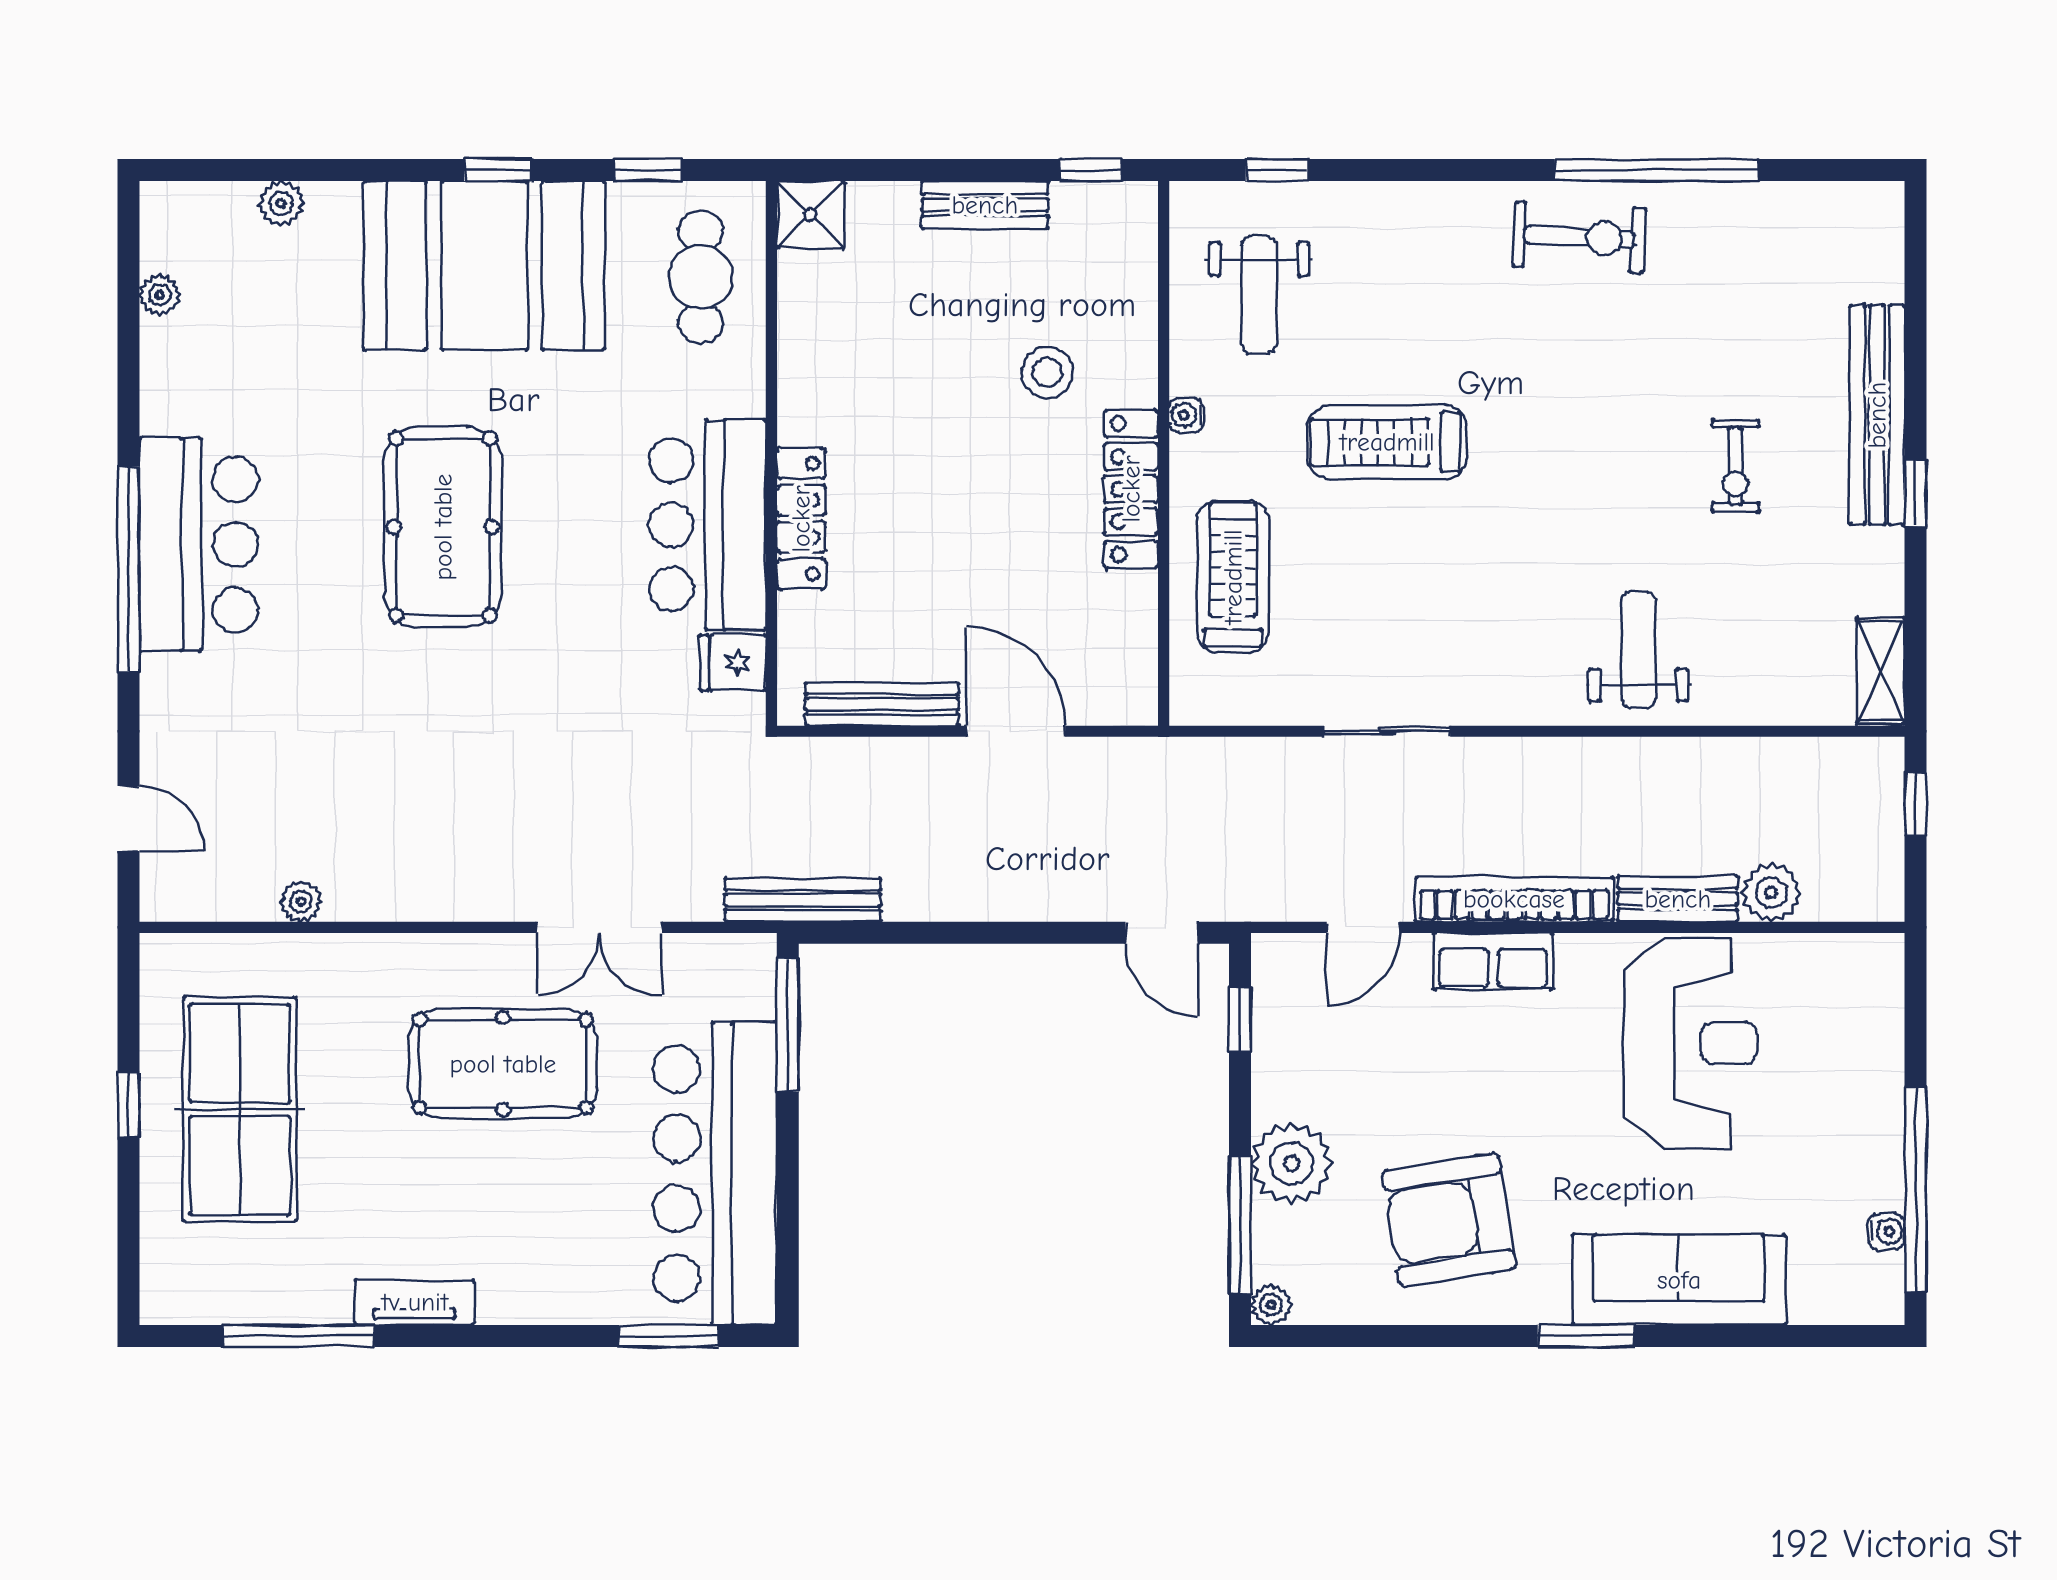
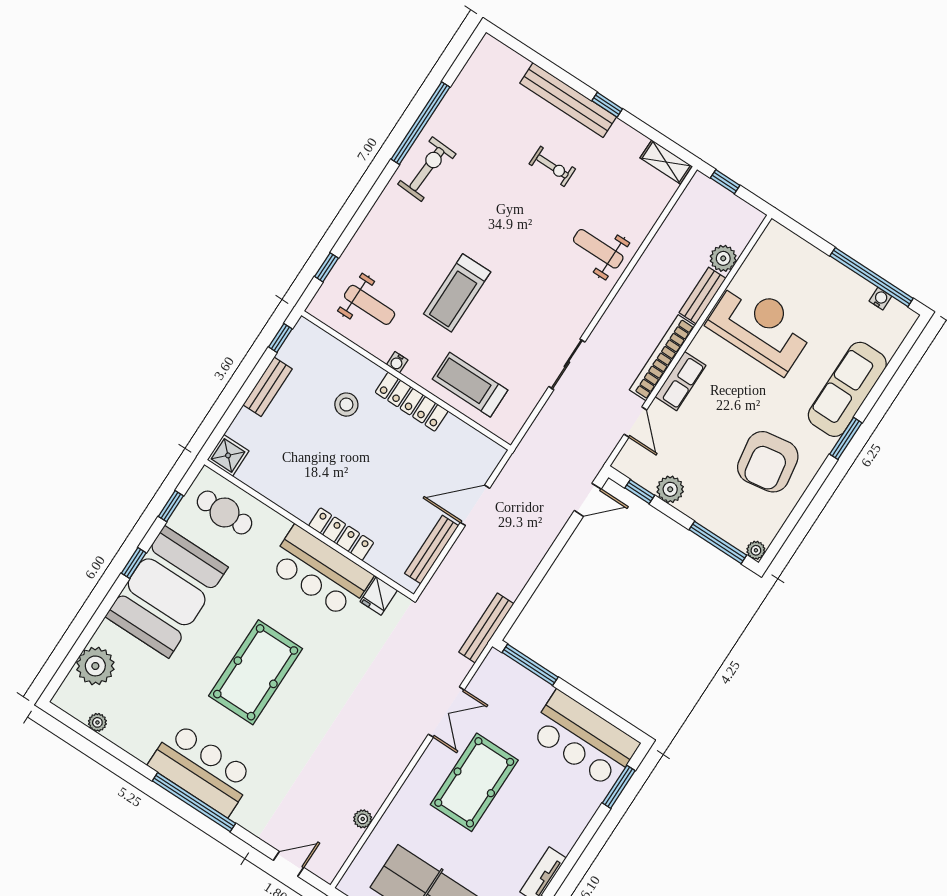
plant: (281, 203) -> (95, 666), width x1.87, depth x1.87
pool table: (443, 527) -> (256, 672), turned 90
plant: (1291, 1163) -> (670, 489), moved, width x0.73, depth x0.73
bar counter: (715, 1173) -> (584, 739), width x0.73

